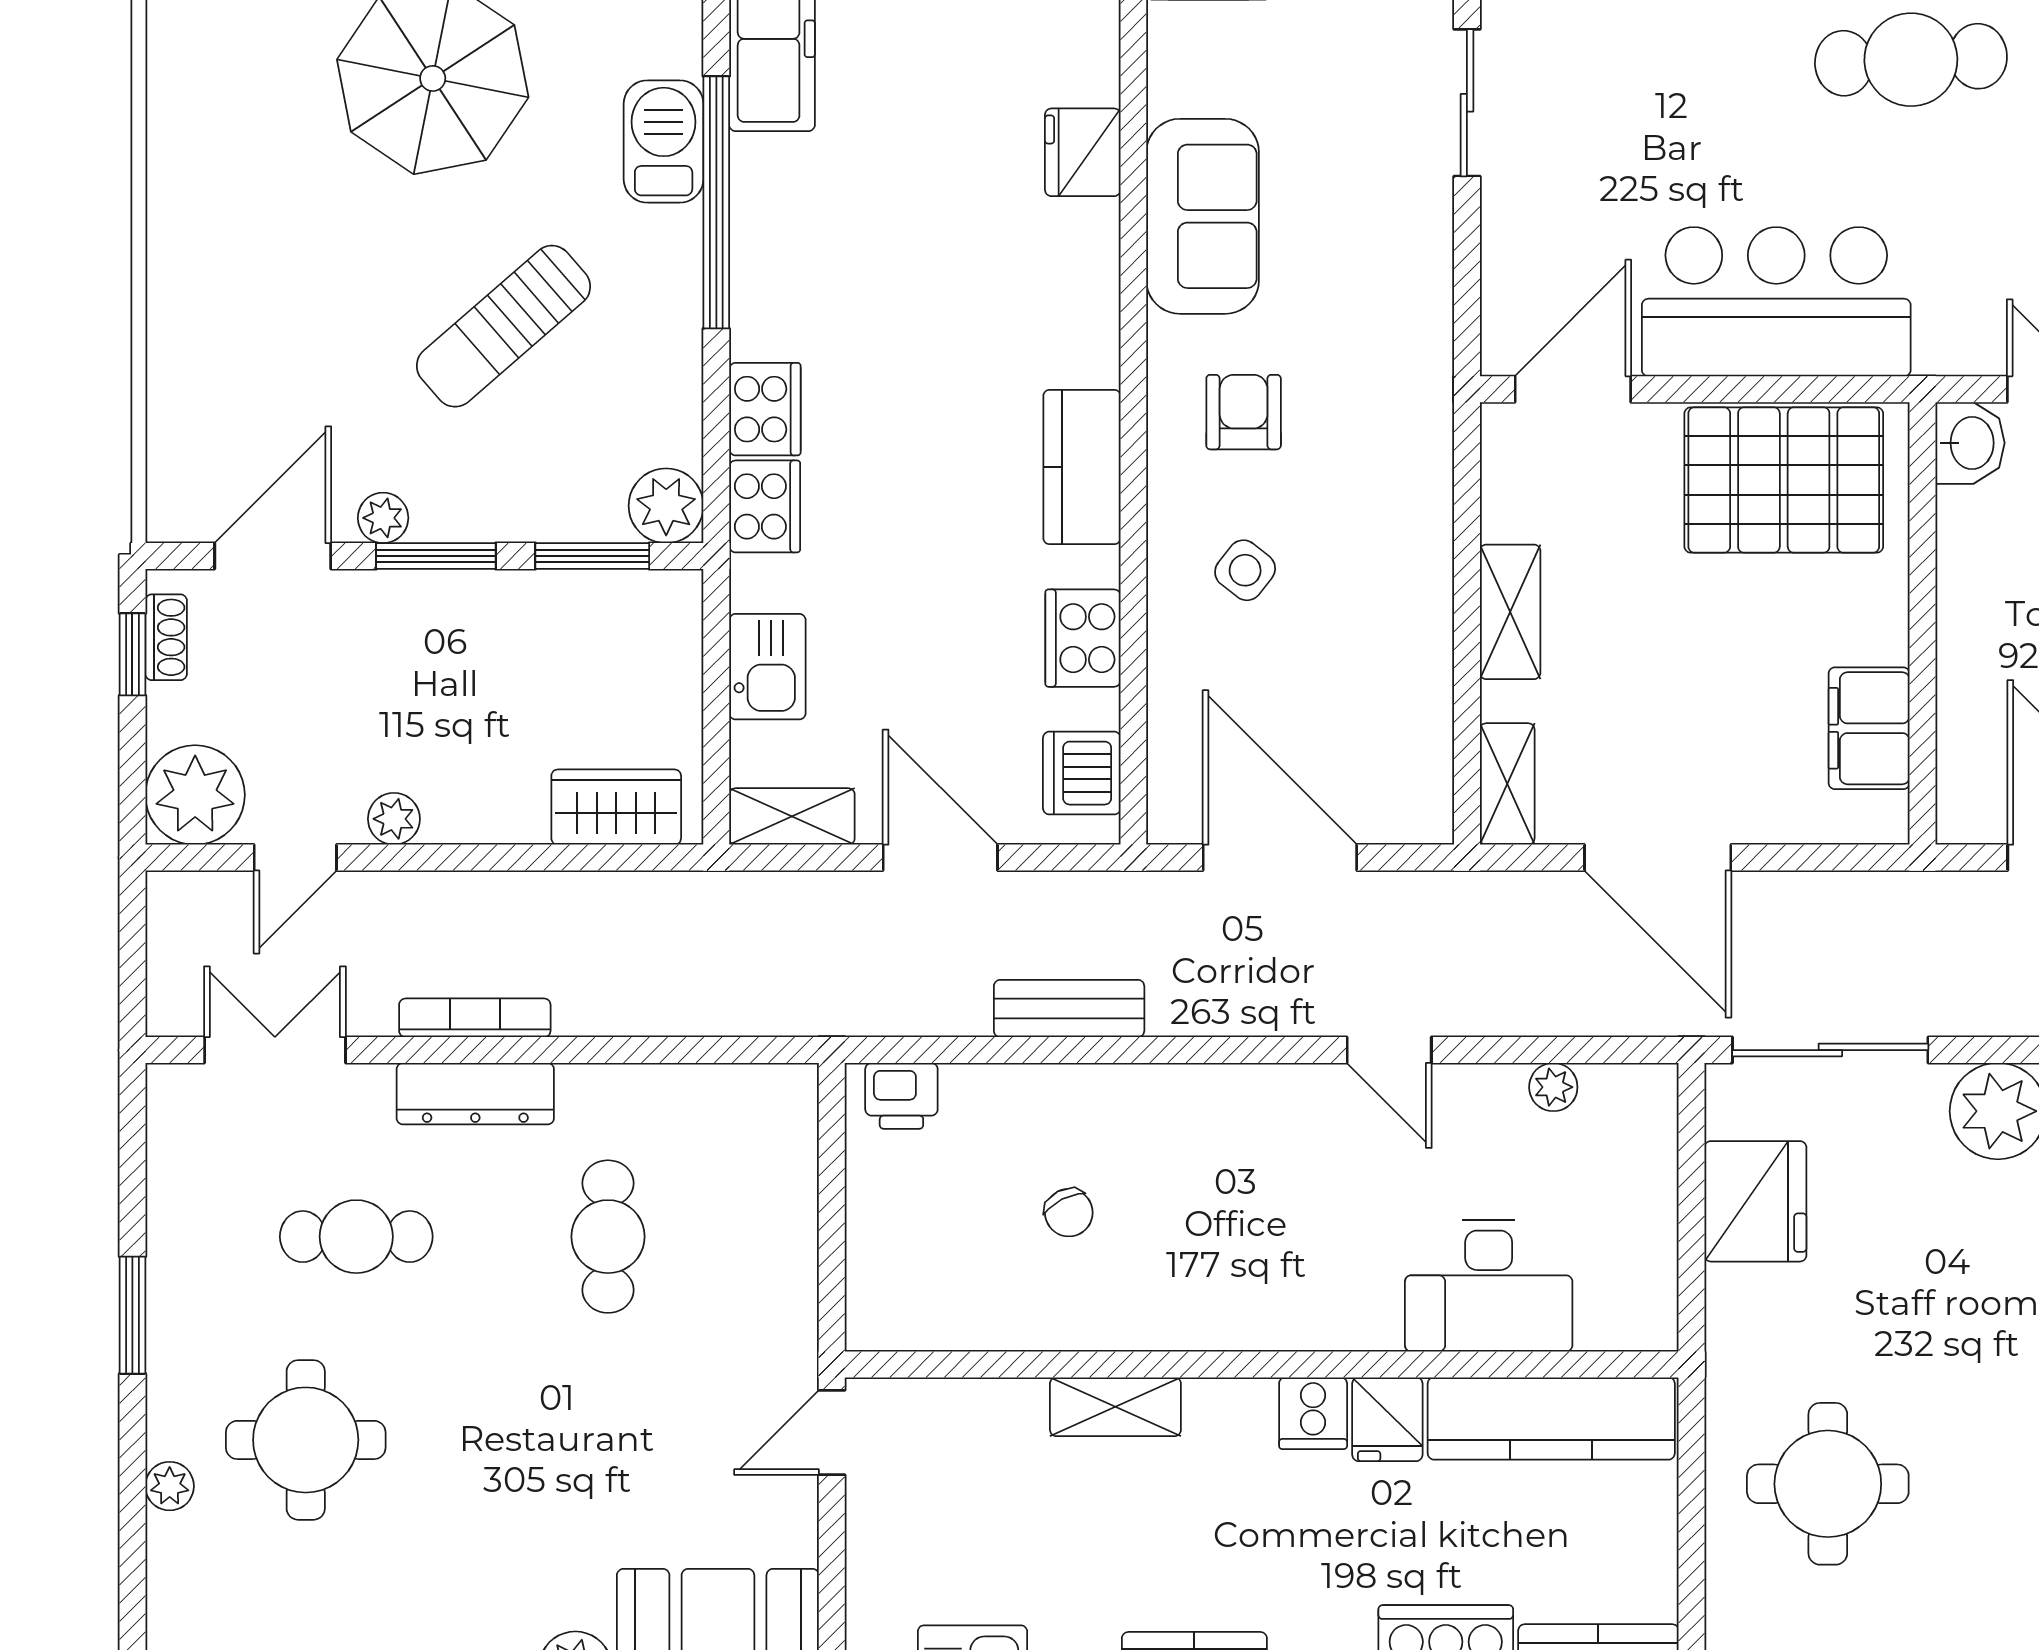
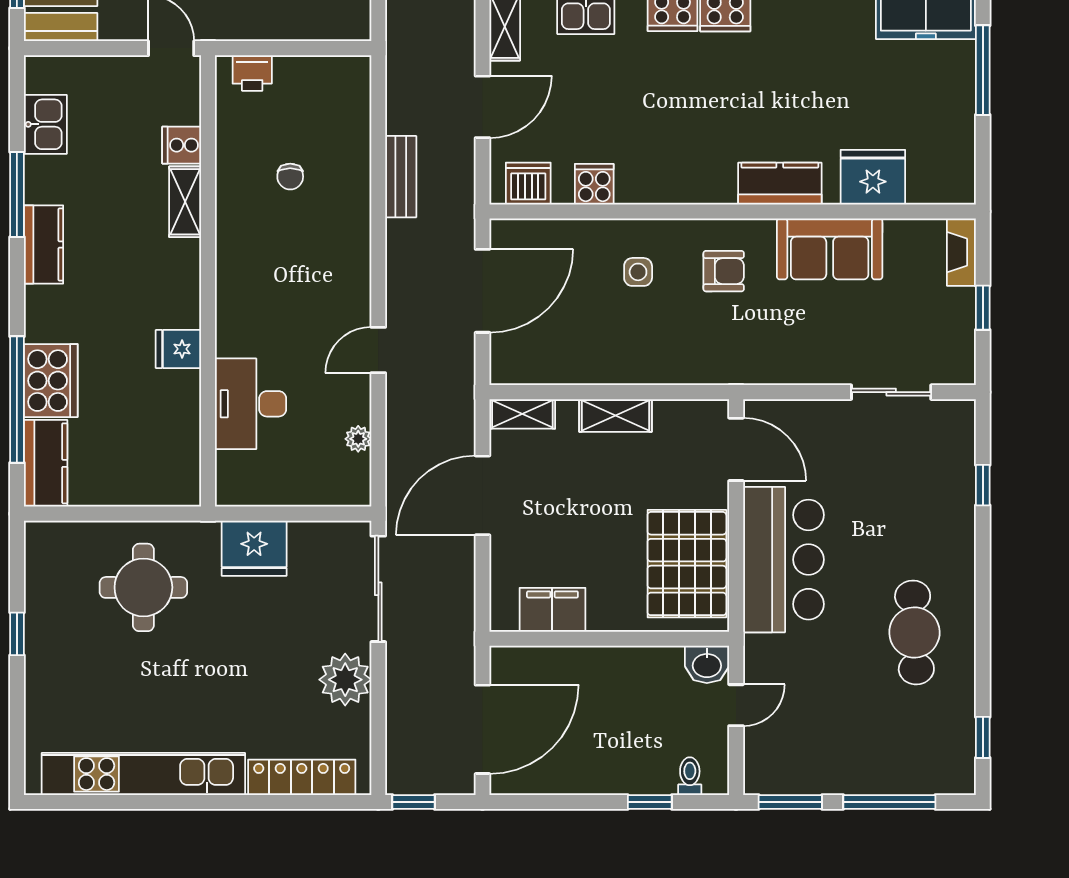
fridge: (1083, 152) -> (873, 177), width x1.36, depth x1.34
kitchen counter: (1082, 467) -> (780, 184), moved
side table: (1245, 570) -> (638, 272), turned -38
cooker: (1083, 638) -> (594, 184), width x0.73
printer: (901, 1096) -> (252, 73), moved, turned -90
fridge: (1755, 1201) -> (254, 548), moved
chair: (1069, 1213) -> (290, 177), turned -63
cooker: (1313, 1413) -> (182, 145), moved
kitchen counter: (1551, 1418) -> (179, 438), removed

